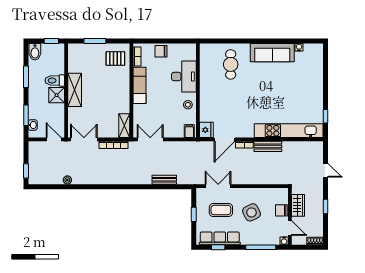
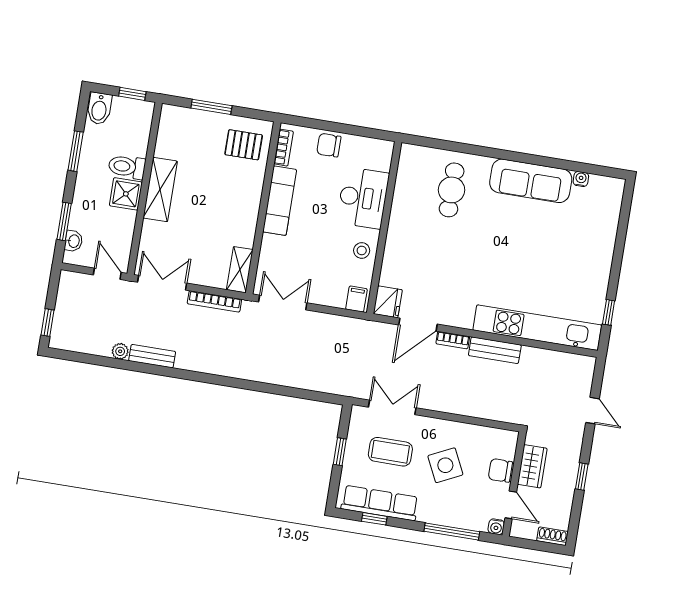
bench: (164, 180) -> (152, 356), moved

